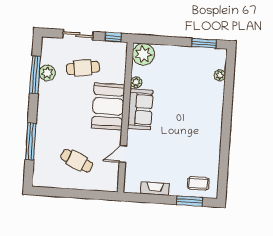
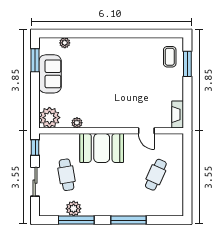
sofa: (140, 109) -> (50, 74), moved, turned 90
window: (31, 141) -> (129, 220), moved
fireplace: (155, 189) -> (178, 114), moved

